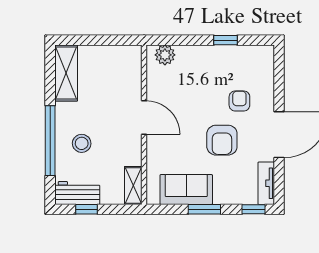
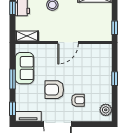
window: (119, 40) -> (115, 28), added
window: (226, 40) -> (115, 79), moved
plant: (165, 55) -> (106, 110), moved

